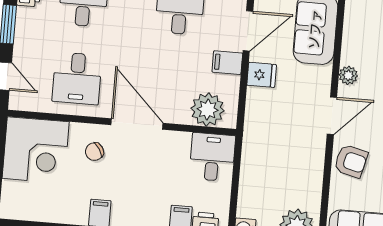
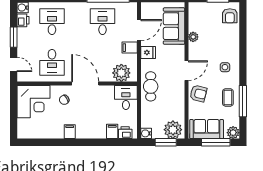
plant: (348, 75) -> (193, 37), moved
cafe table: (261, 140) -> (151, 86), added

